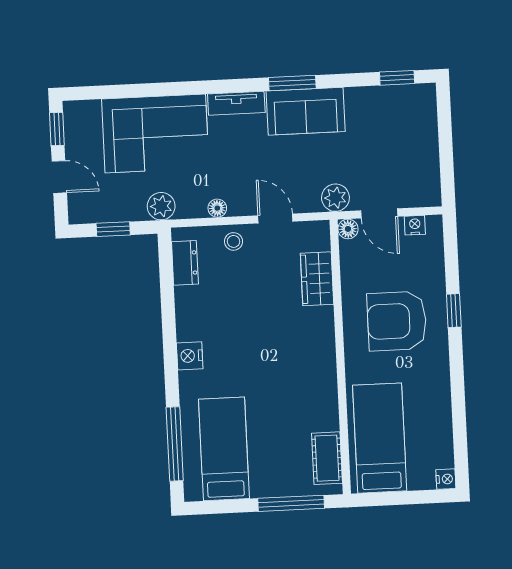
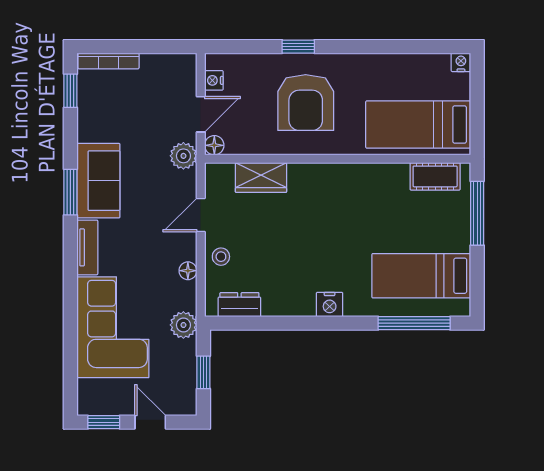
bookcase: (429, 116) -> (108, 61), added
door: (59, 177) -> (150, 422), hinge flipped

